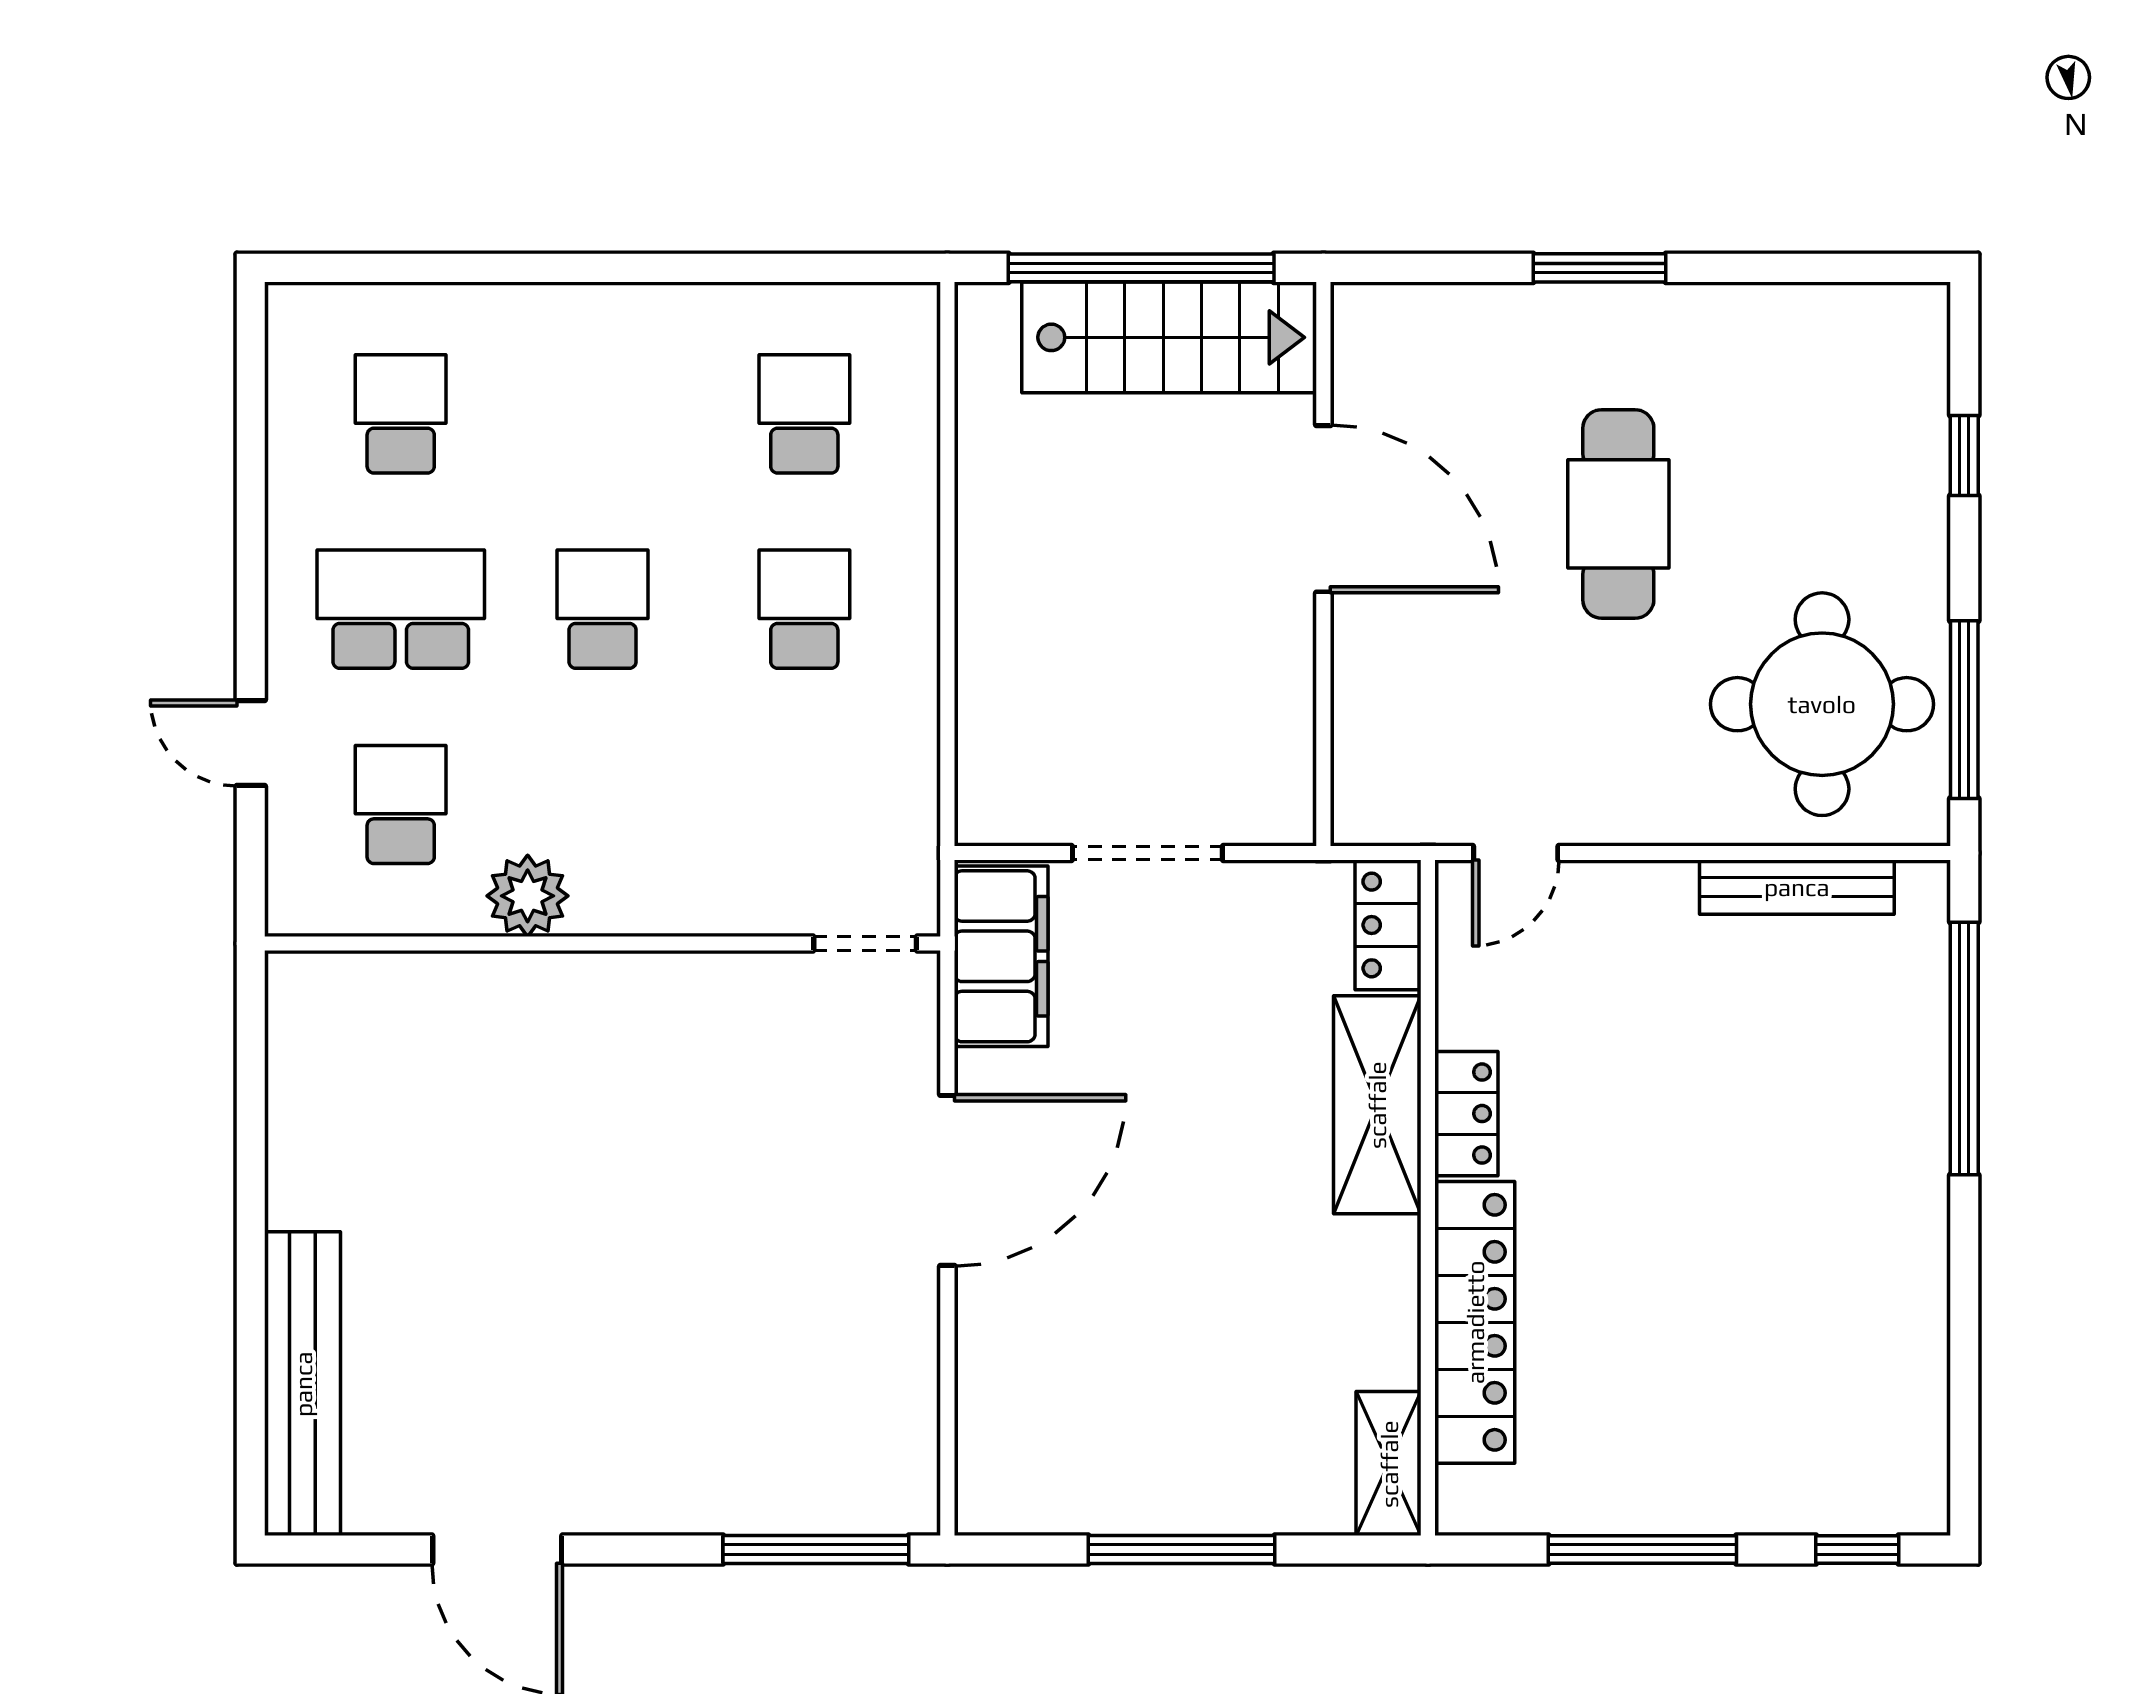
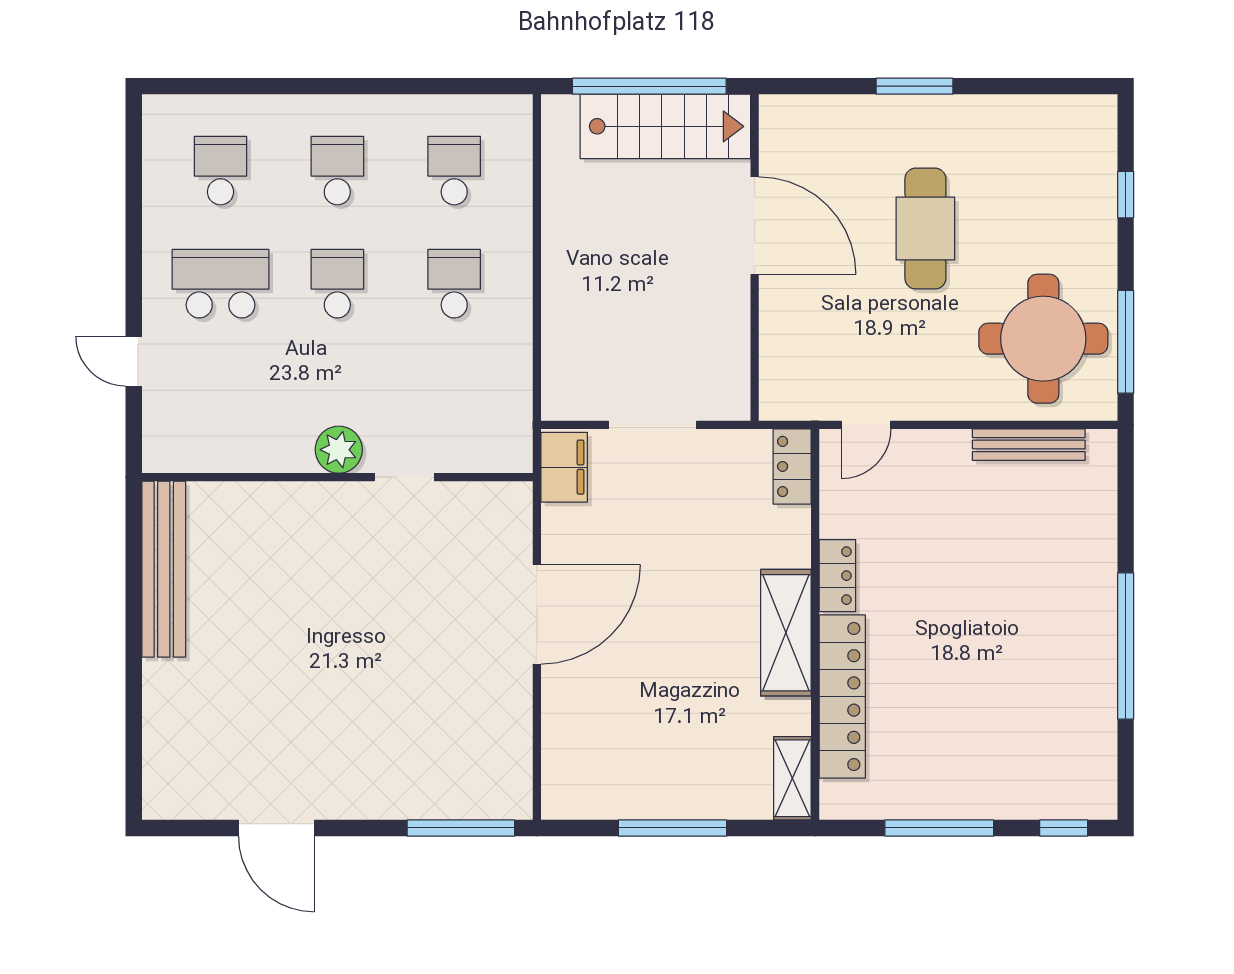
school desk: (401, 804) -> (337, 171), moved
plant: (528, 896) -> (339, 450), moved
doorway: (865, 944) -> (404, 477), moved
filing cabinet: (1001, 956) -> (564, 467), width x0.67, depth x0.86
window: (1964, 1049) -> (1126, 646), moved
shelving: (1377, 1105) -> (786, 633), moved
bench: (303, 1384) -> (164, 569), moved

